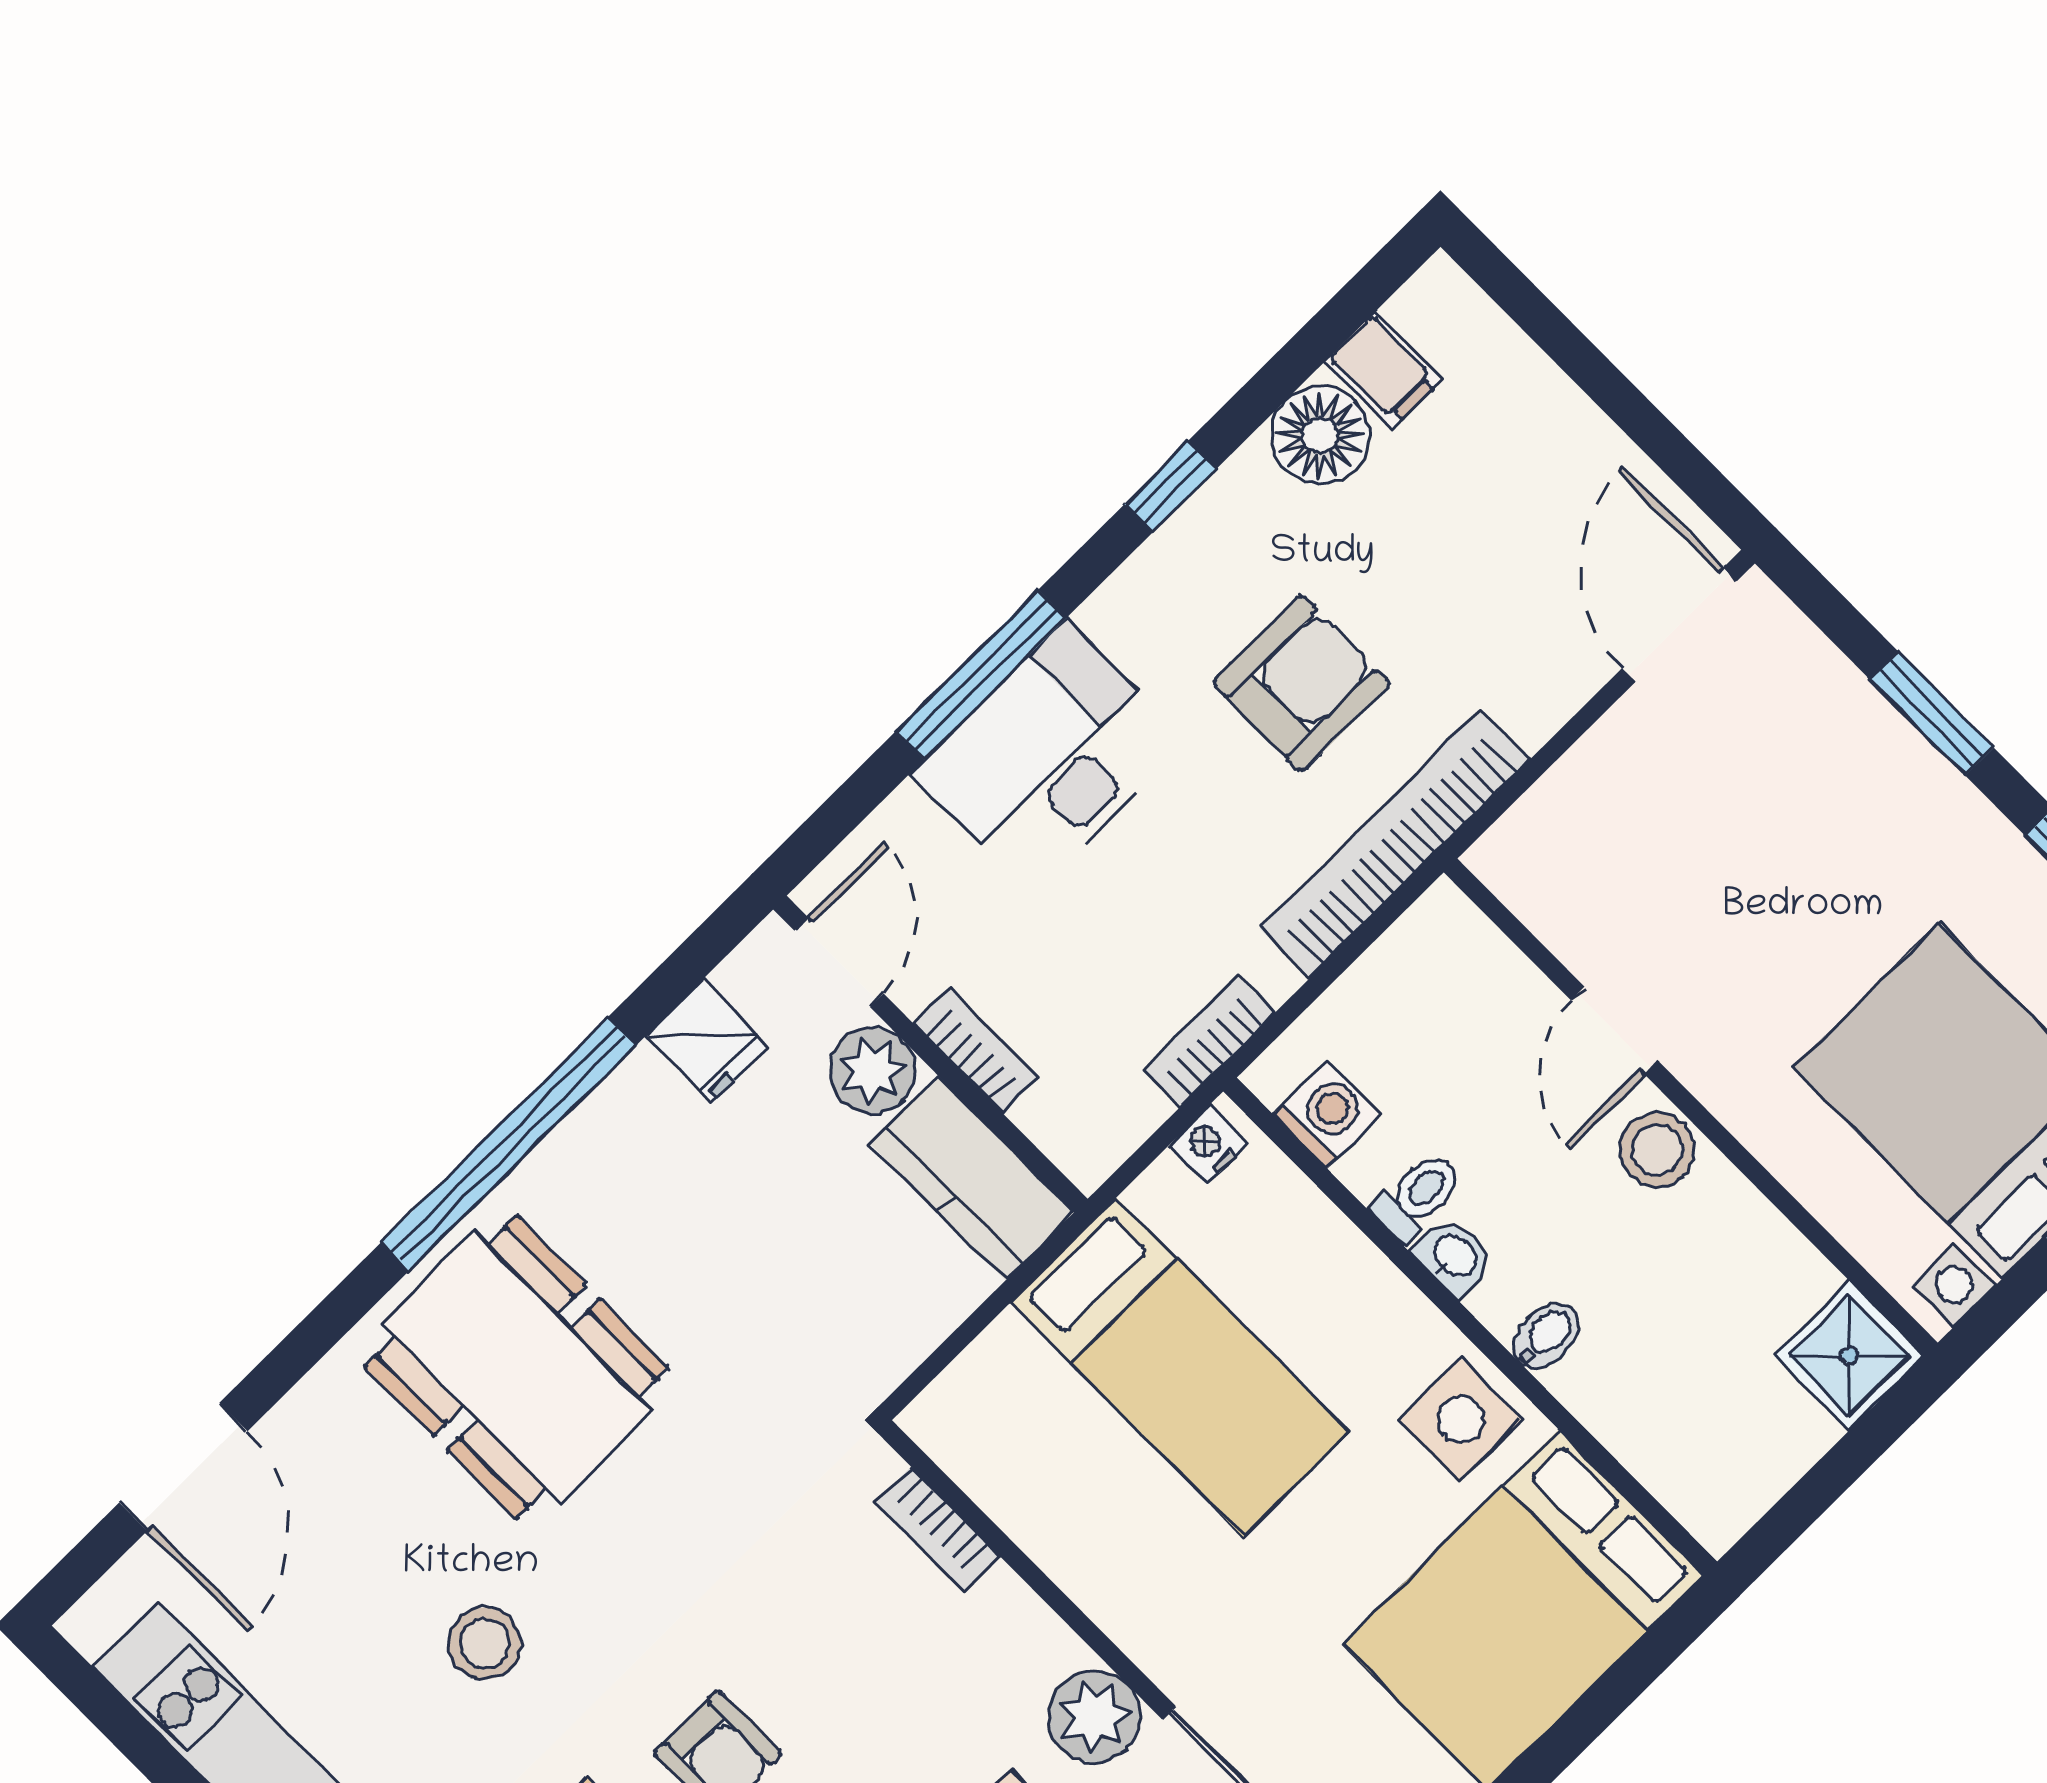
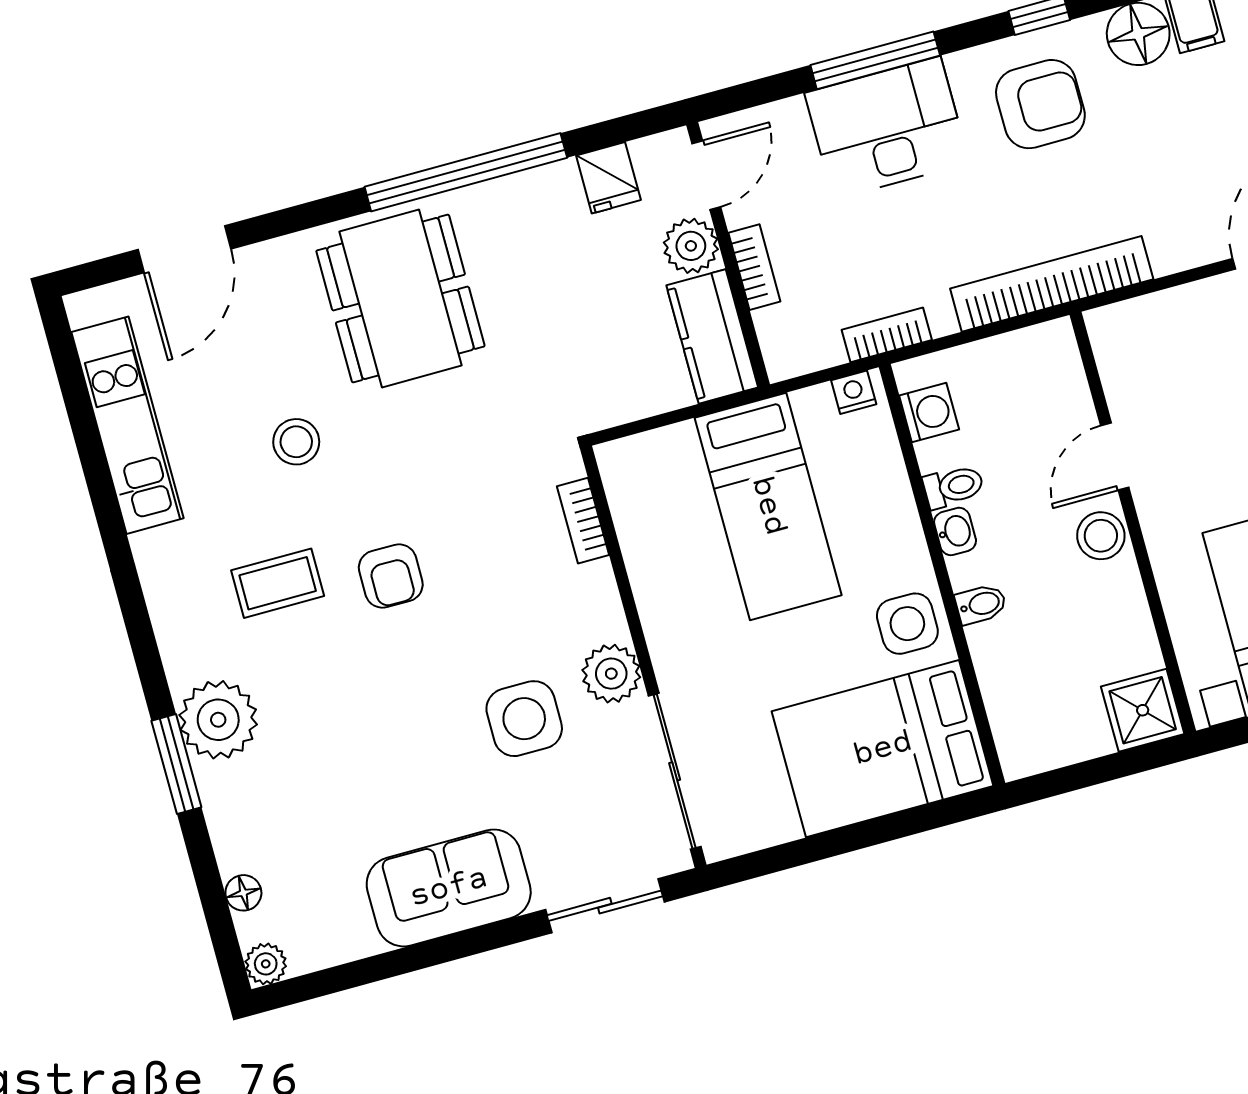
armchair: (1301, 683) -> (1040, 104), moved

